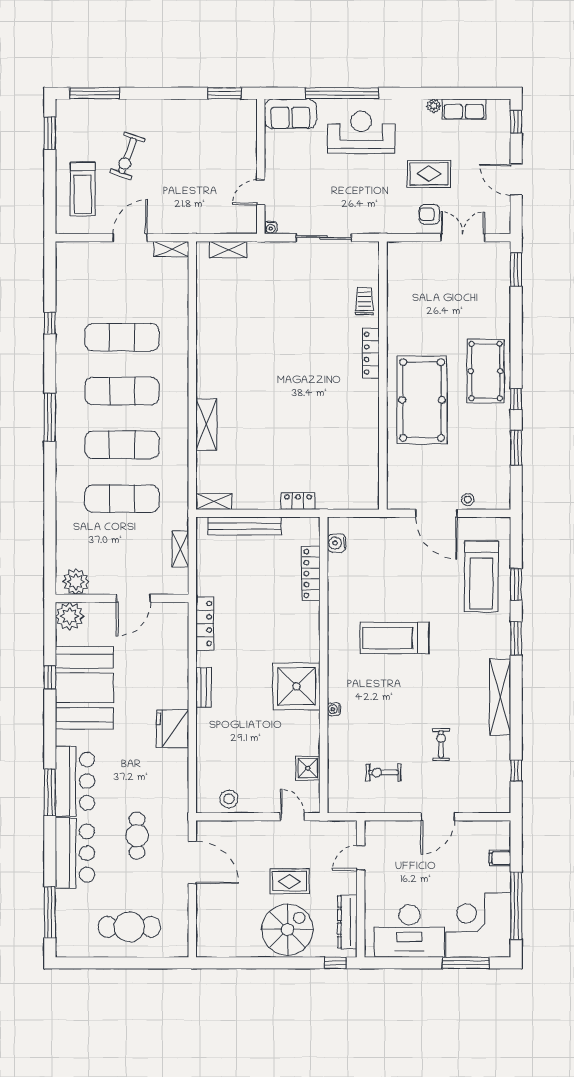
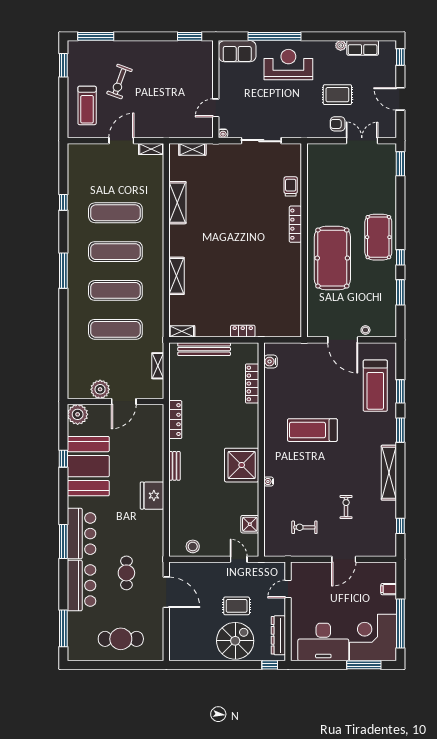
shelving: (208, 323) -> (177, 203), added
plant: (76, 582) -> (100, 389), moved

